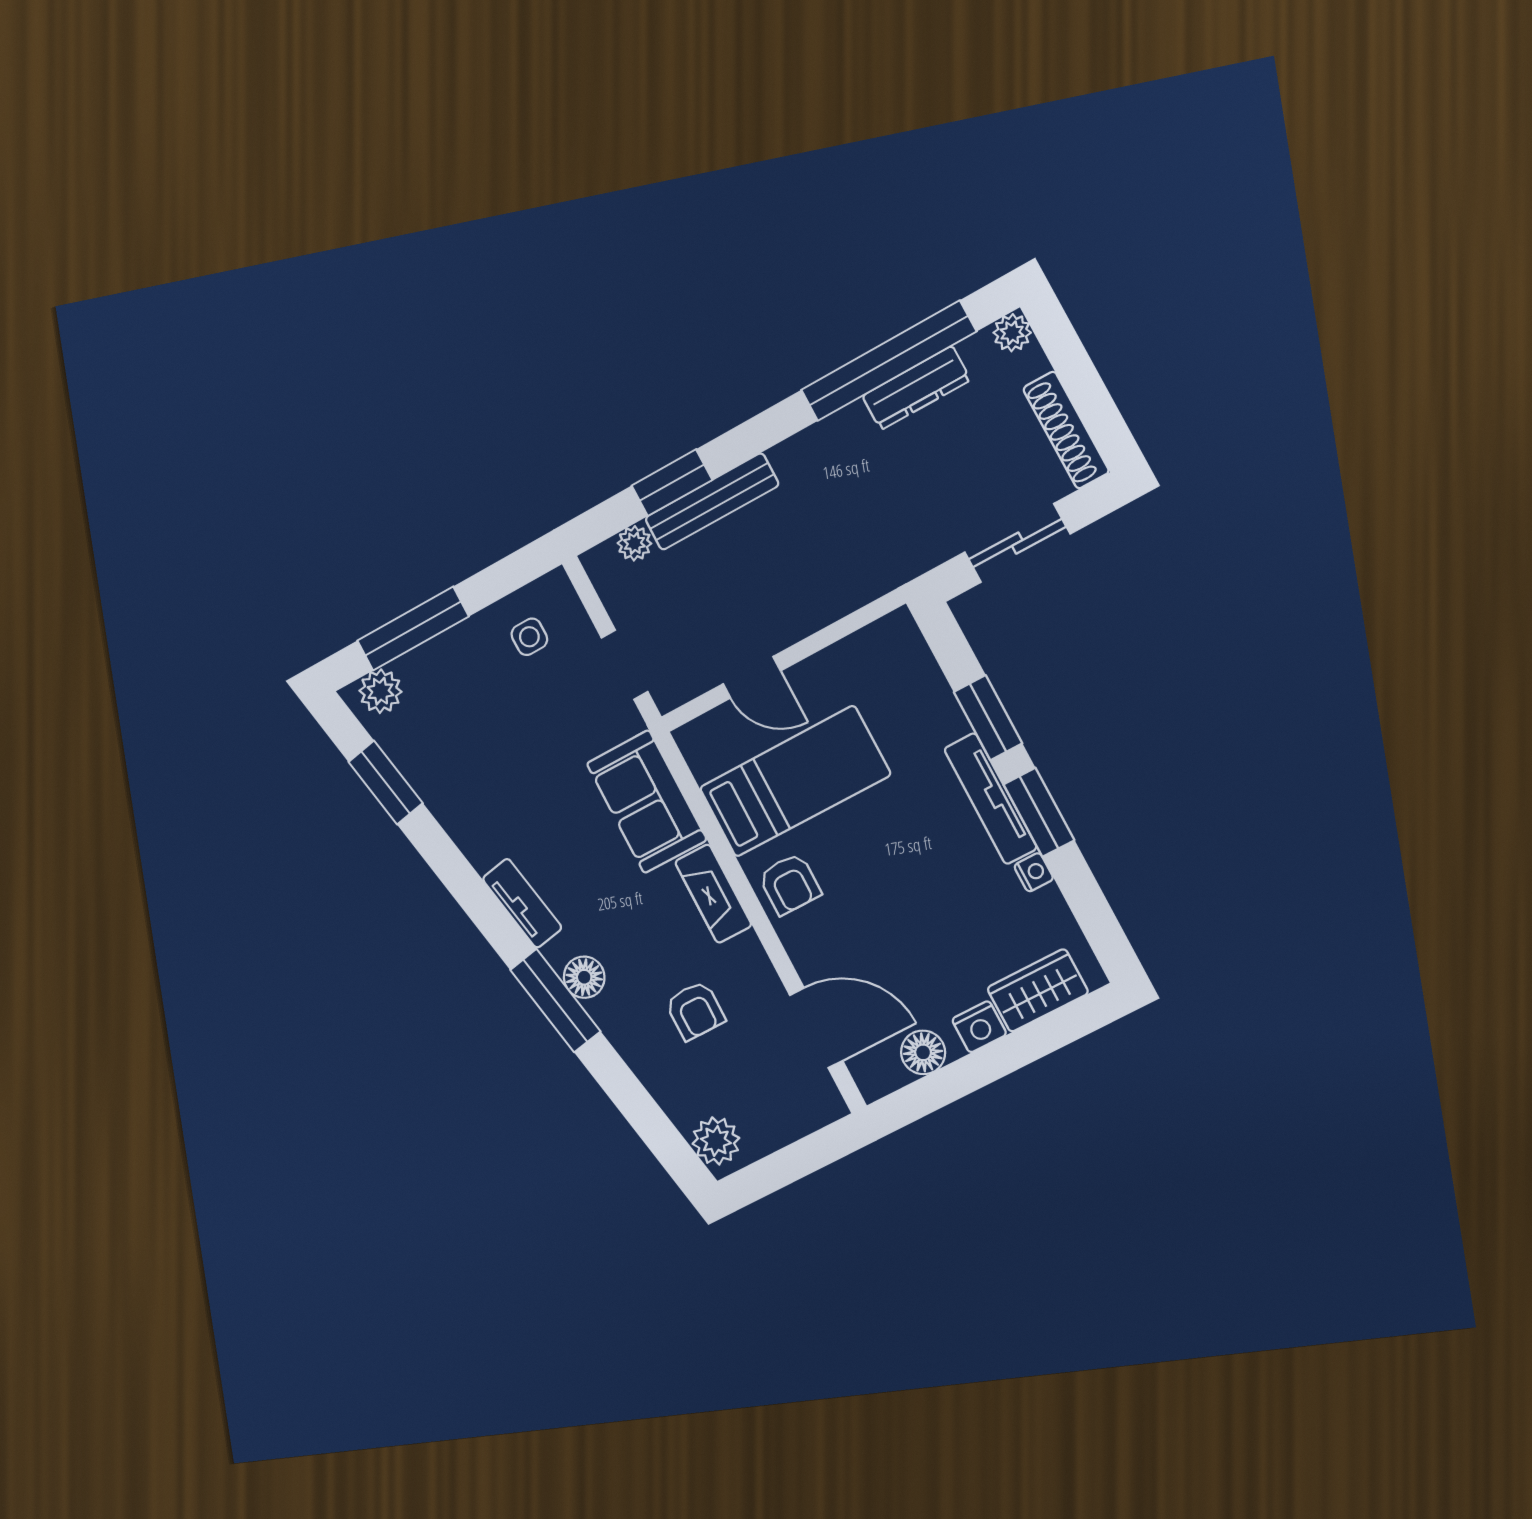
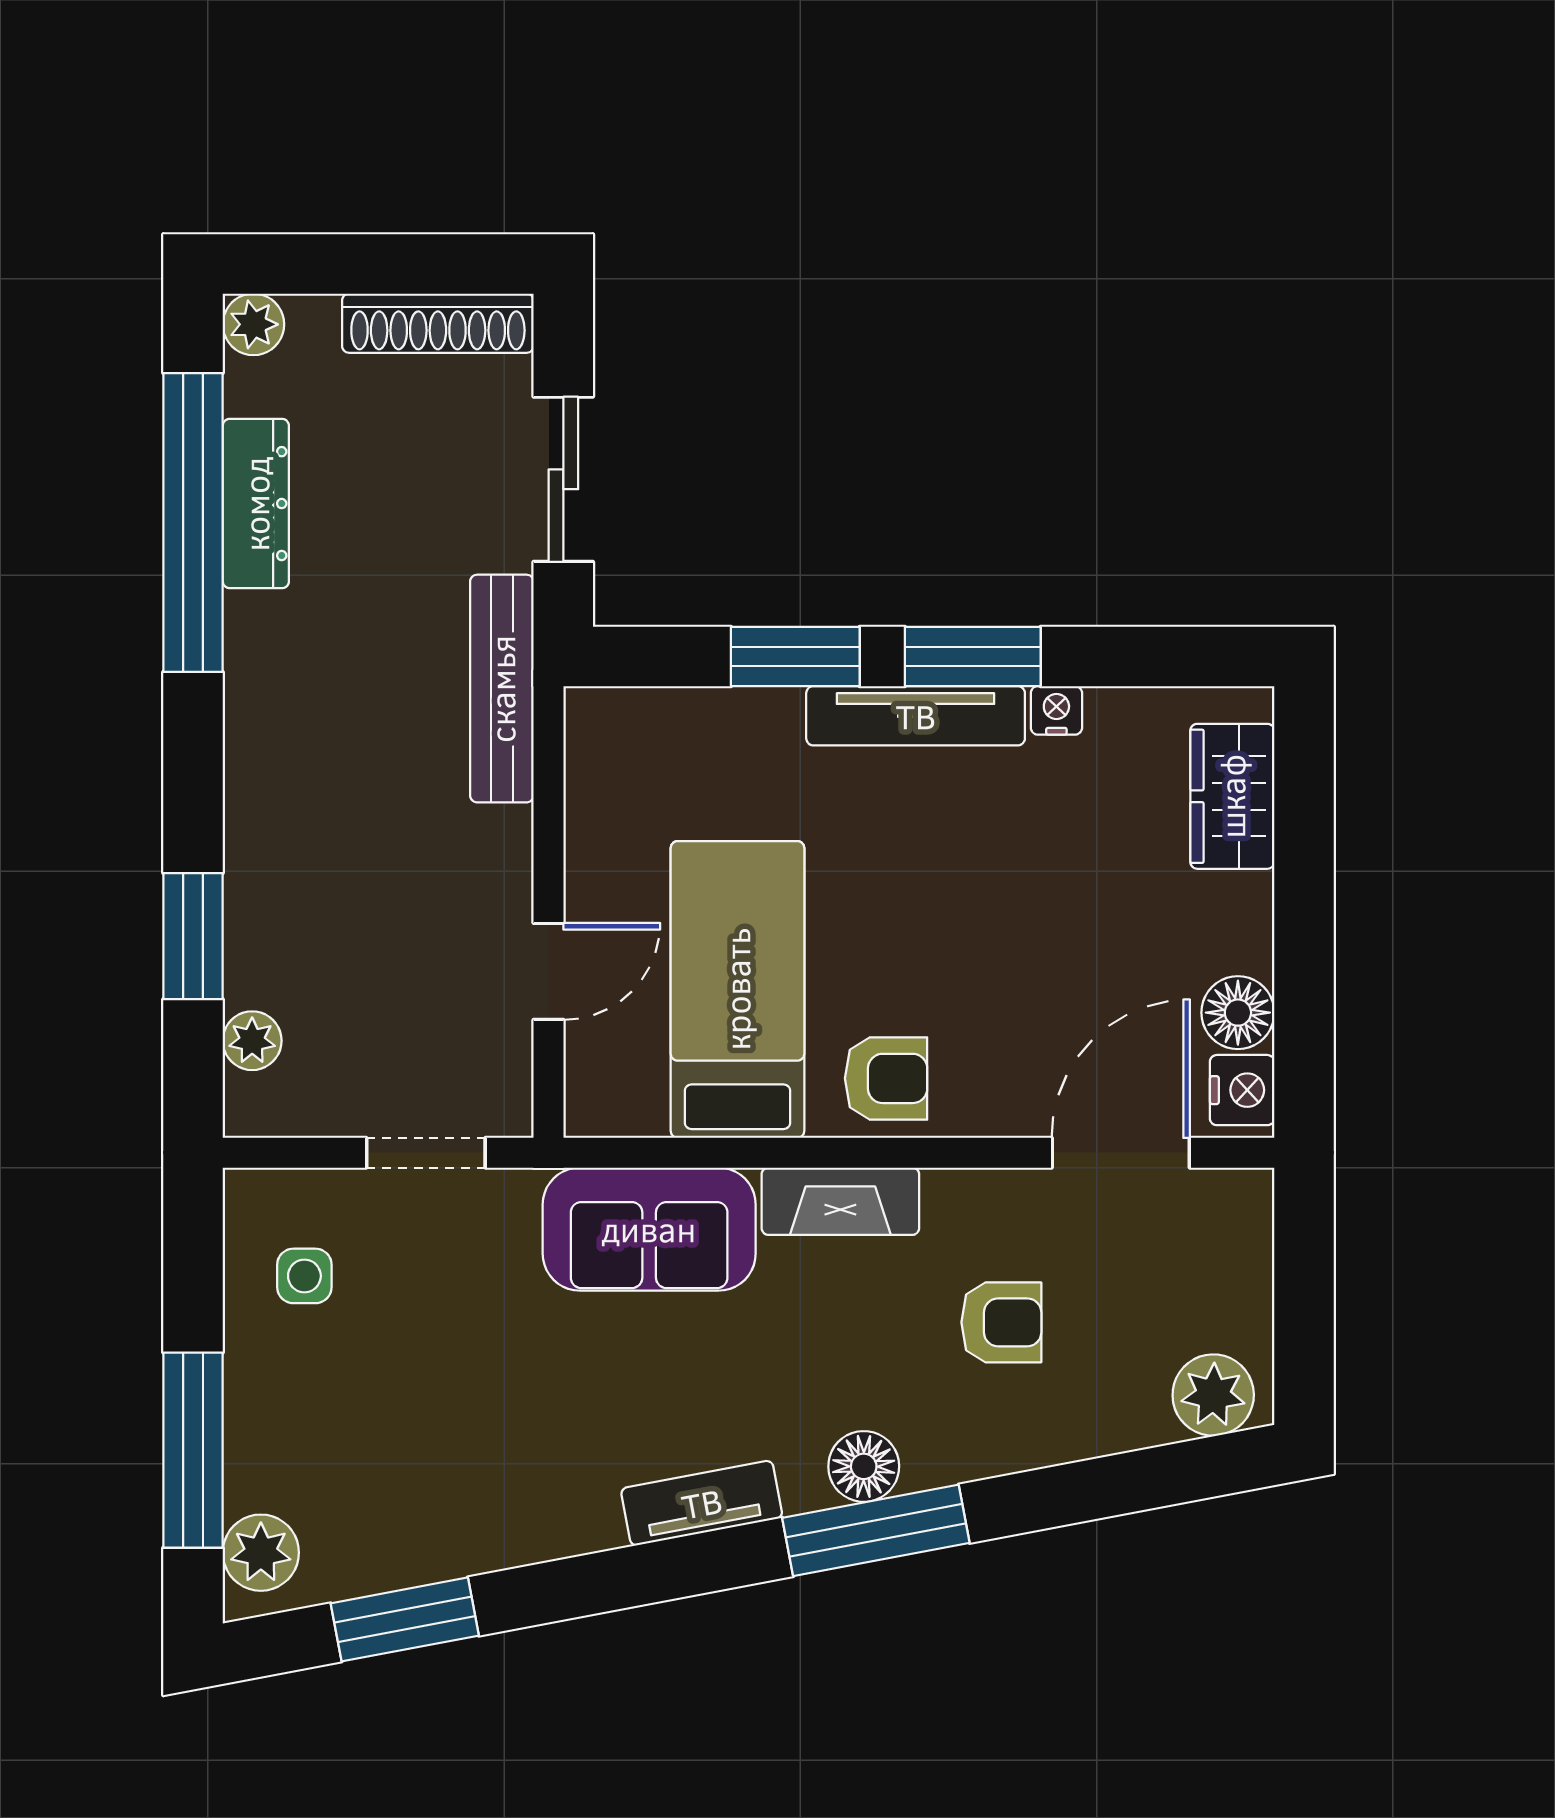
bench: (712, 502) -> (502, 689), moved
nightstand: (979, 1027) -> (1242, 1090), moved

